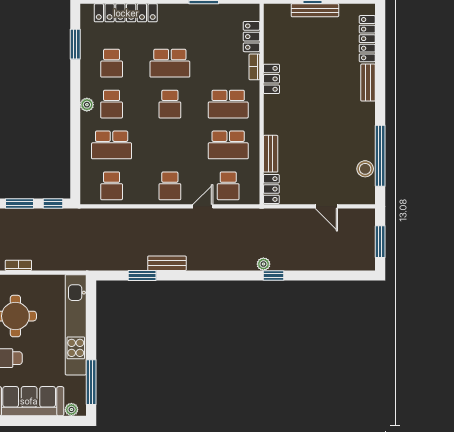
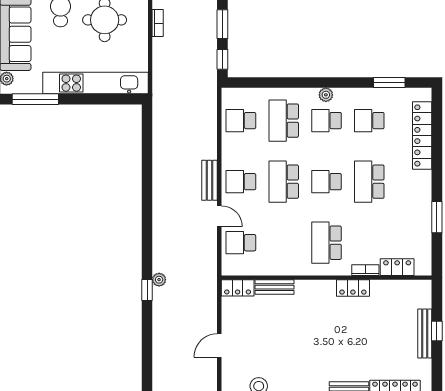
school desk: (228, 145) -> (284, 182), moved
bench: (167, 263) -> (210, 180), moved
window: (142, 276) -> (147, 153), removed

